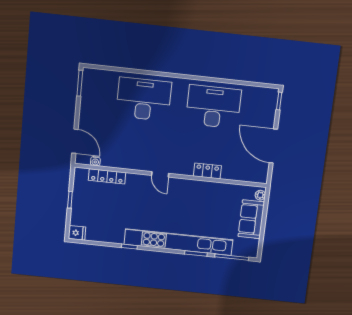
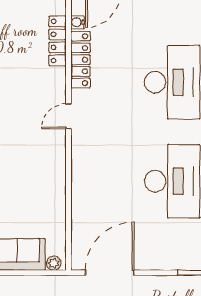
door: (273, 146) -> (110, 273), moved
locker: (207, 171) -> (80, 60), moved, width x1.53

